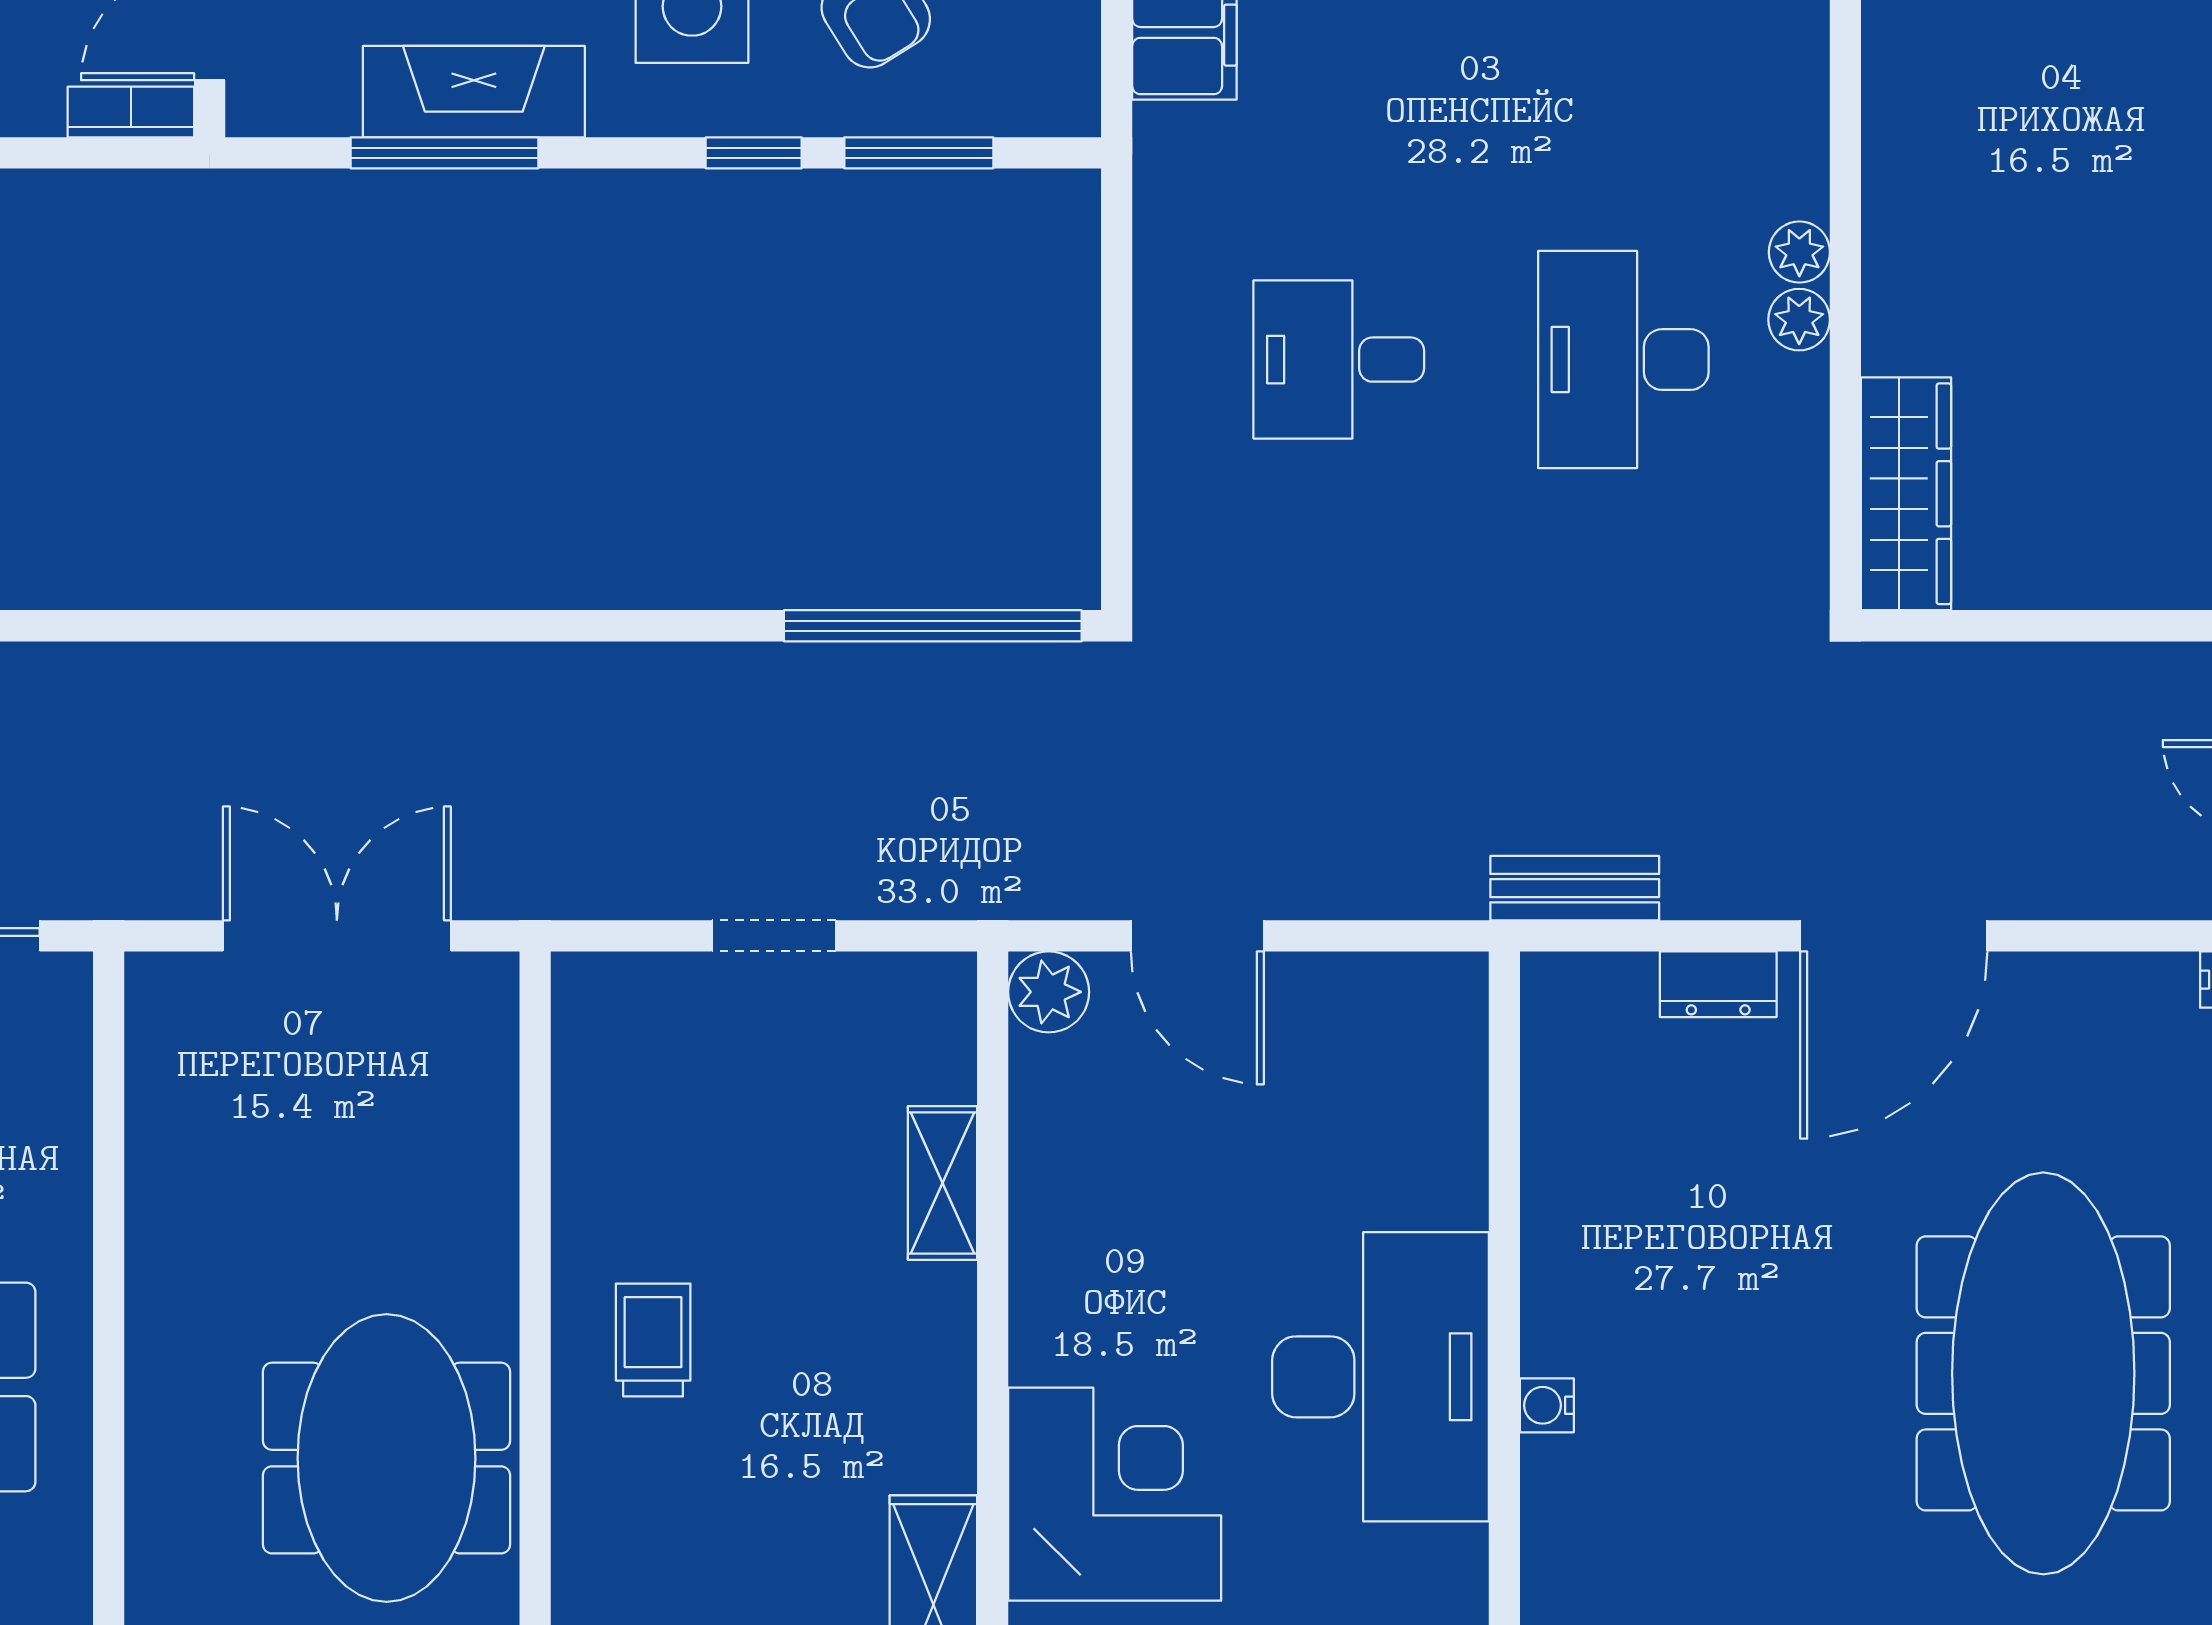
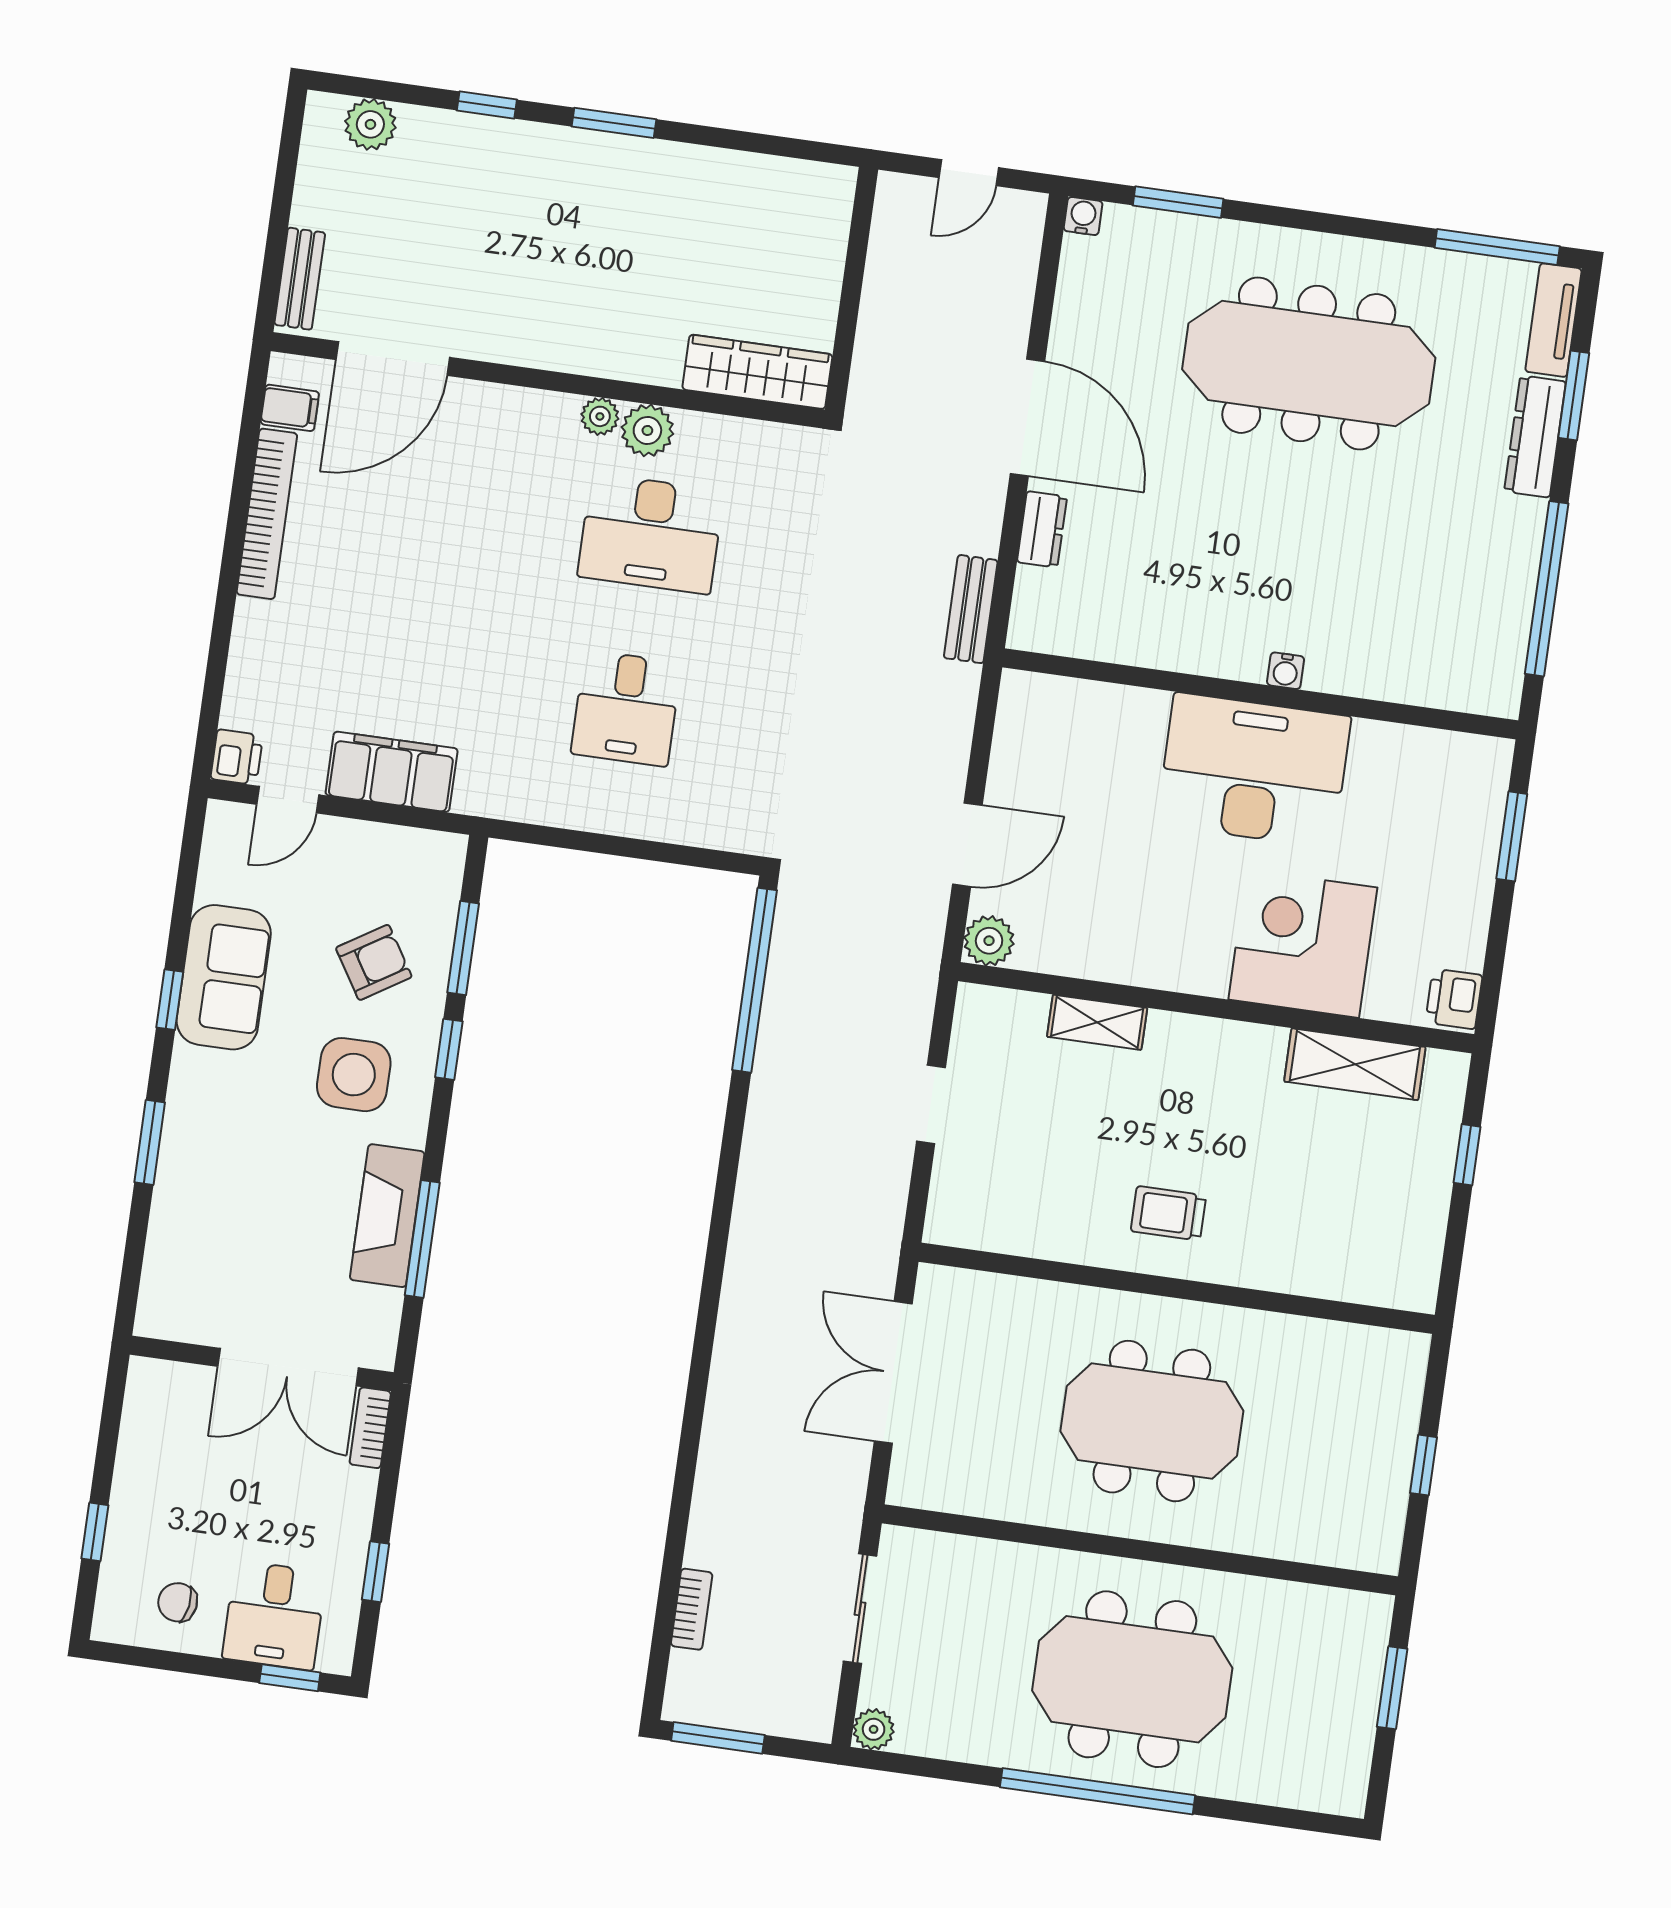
plant: (1799, 320) -> (647, 430), width x1.38, depth x1.38
meeting table: (387, 1458) -> (1152, 1421), moved

